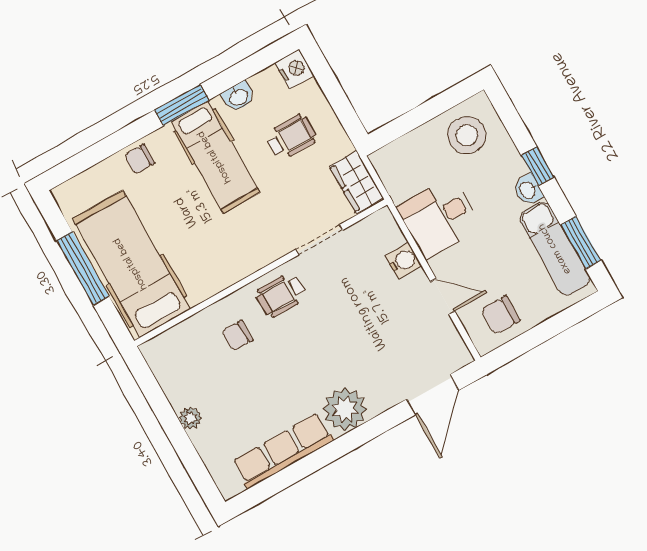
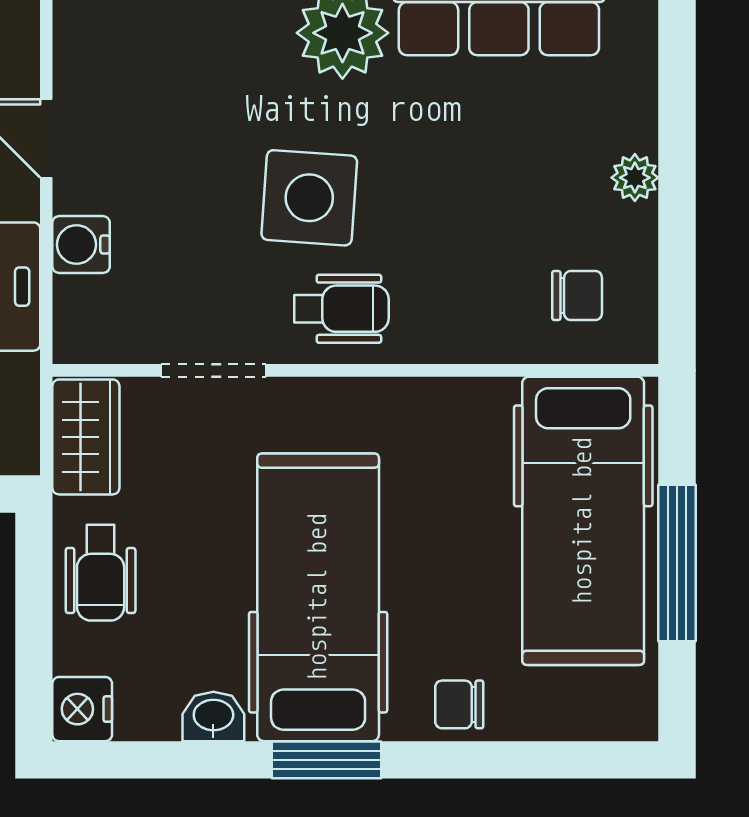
wheelchair: (291, 137) -> (101, 573), moved, turned -90
hospital bed: (215, 157) -> (318, 597), width x1.37, depth x1.29
chair: (140, 159) -> (459, 704), turned 180
side table: (320, 333) -> (309, 198), added
chair: (237, 336) -> (577, 296), moved

